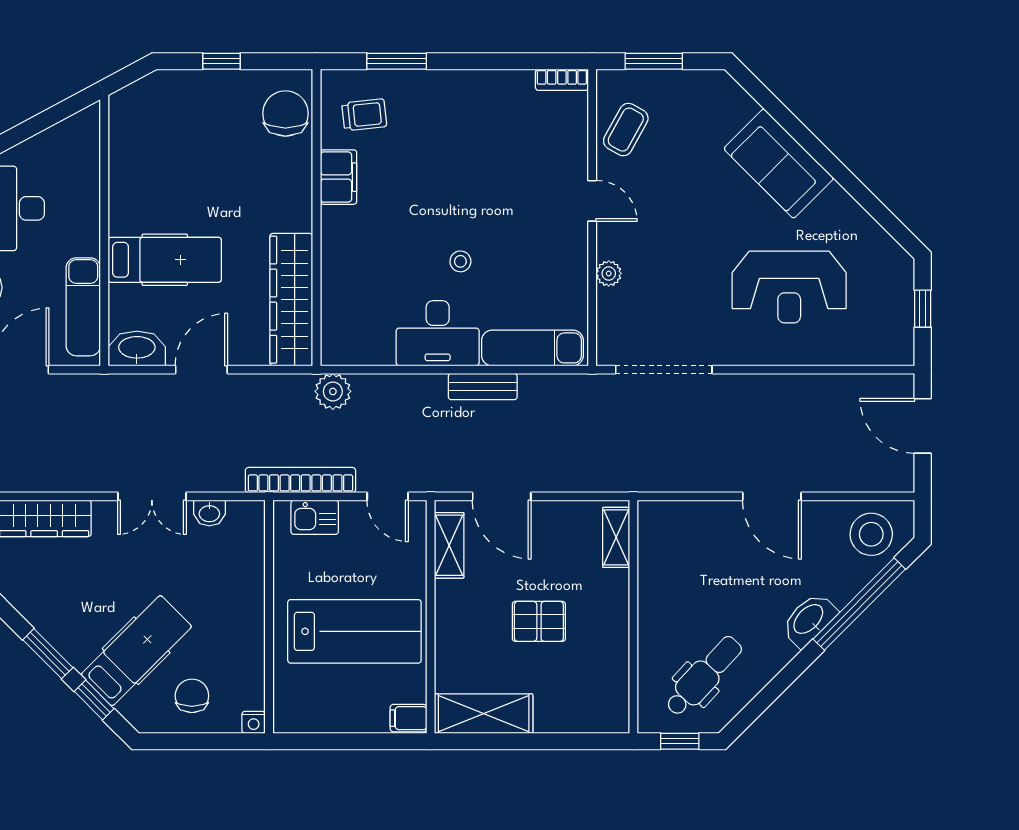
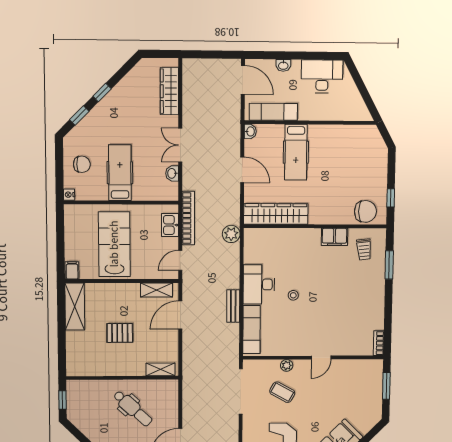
window: (221, 61) -> (391, 198), moved
coffee table: (626, 130) -> (282, 392), moved
washbasin: (137, 348) -> (250, 131), width x0.52, depth x0.69
pallet: (539, 621) -> (120, 333), turned 90
lab bench: (354, 631) -> (114, 244), turned 180
hospital bed: (136, 651) -> (120, 173), moved, turned -135
window: (48, 654) -> (102, 92), width x0.67
dental chair: (704, 676) -> (133, 408), moved

